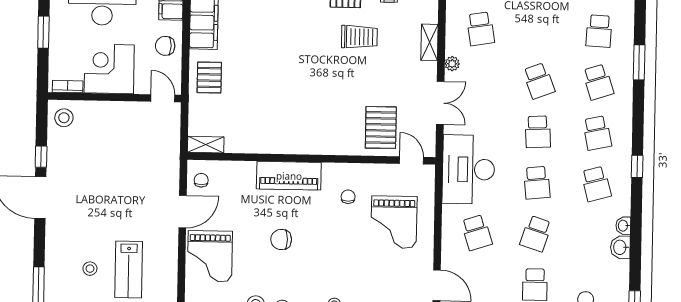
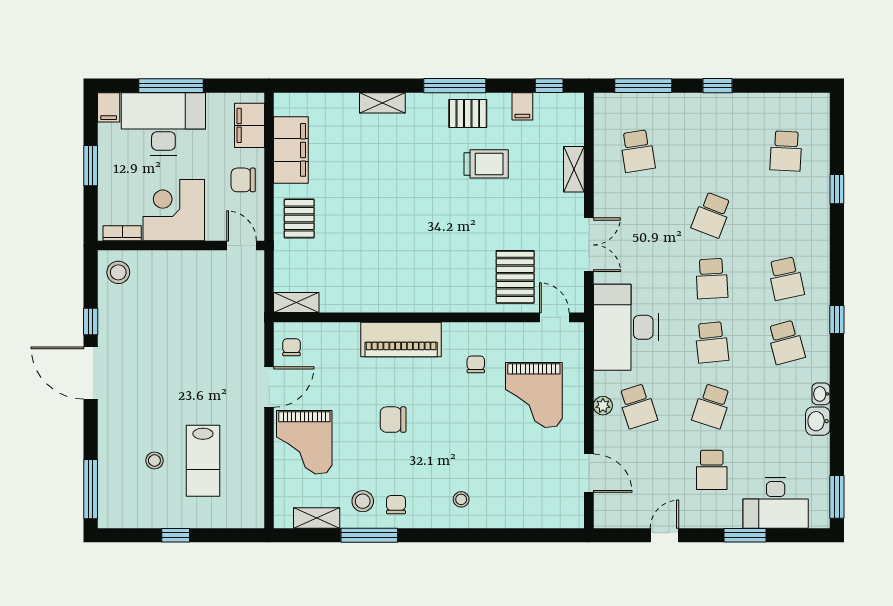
window: (639, 62) -> (837, 189), width x0.67
plant: (452, 64) -> (603, 406), moved
school desk: (539, 81) -> (712, 215), turned 42
school desk: (598, 82) -> (786, 215), removed

